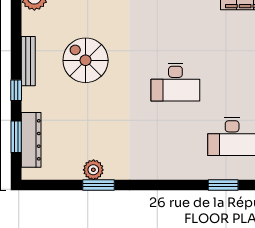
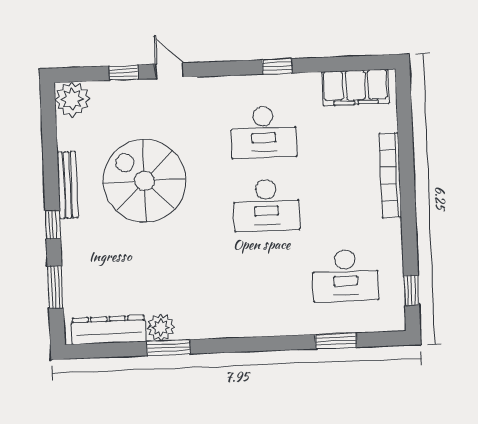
desk: (175, 28) -> (263, 132), added
spiral stairs: (86, 60) -> (144, 181), width x1.37, depth x1.37
dresser: (31, 140) -> (108, 330), moved, turned -90

